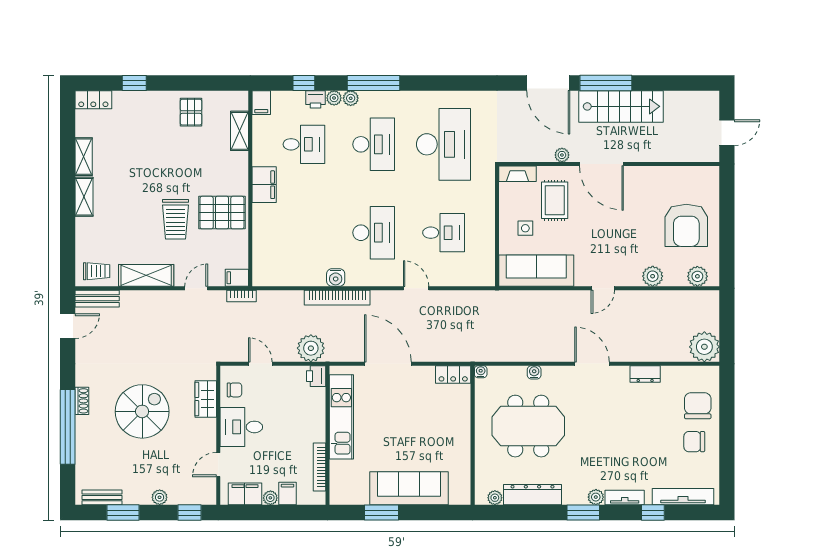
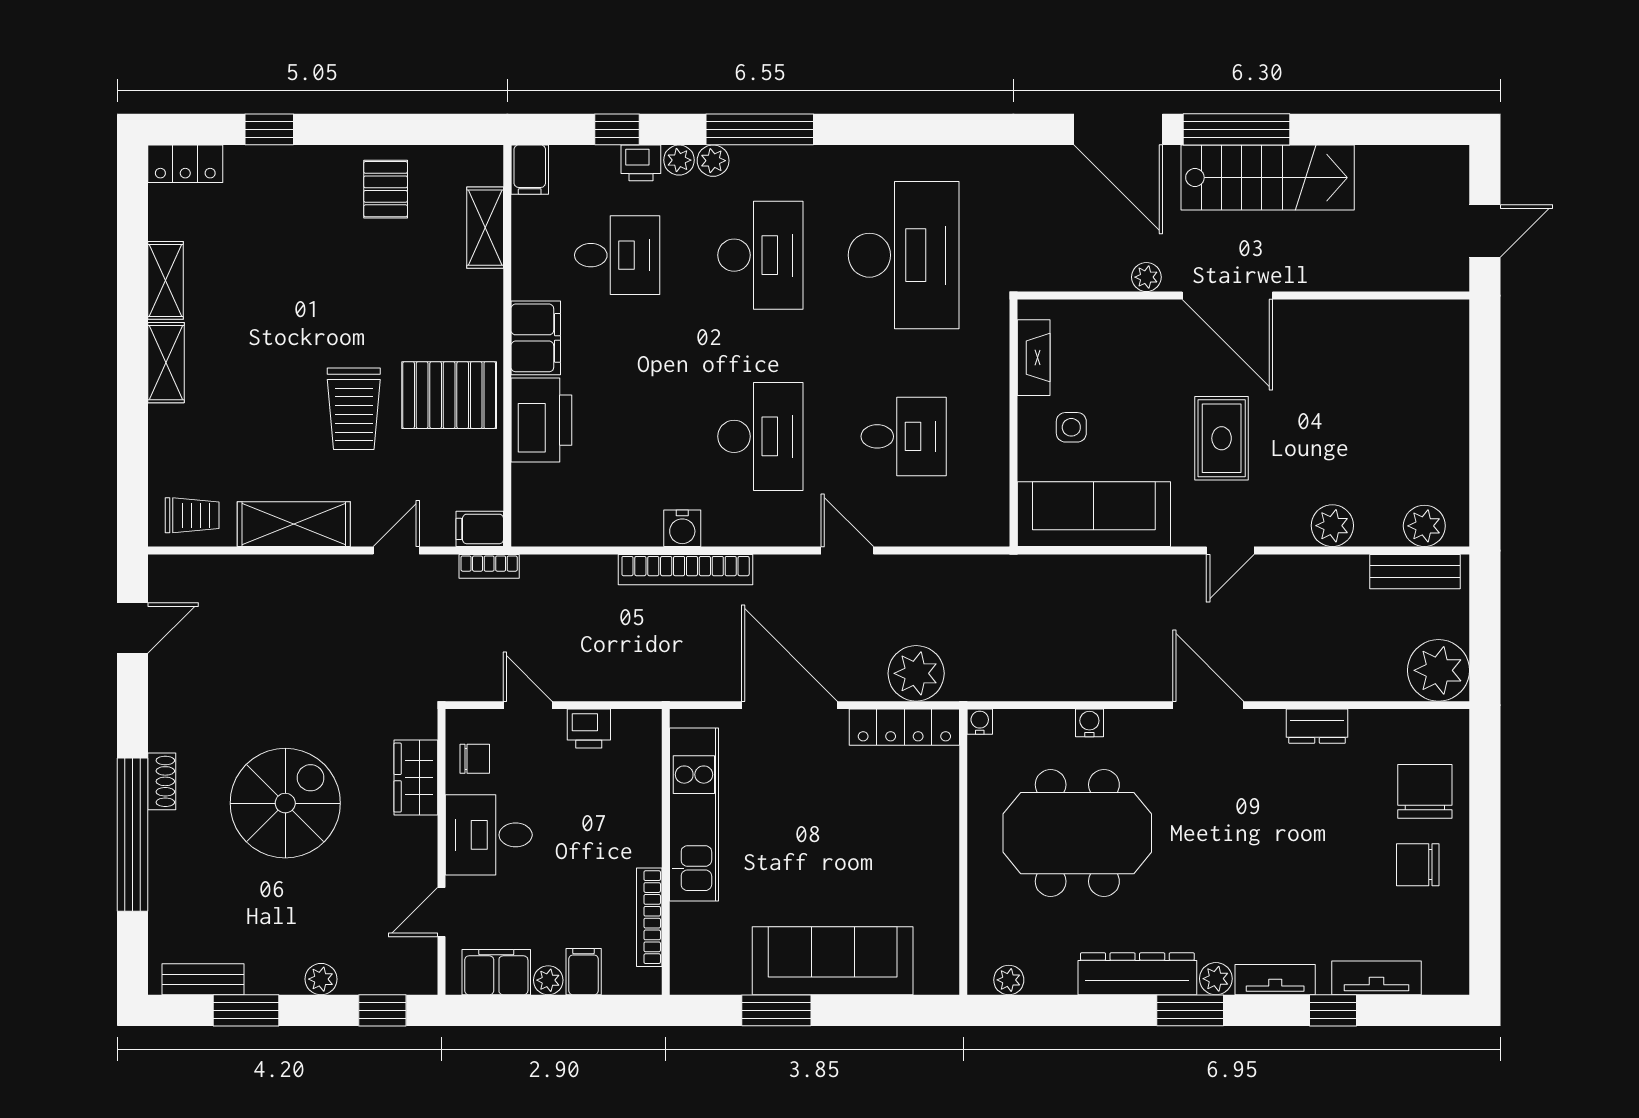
fireplace: (518, 174) -> (1034, 358), moved, turned -90
rug: (555, 200) -> (1222, 438), moved
printer: (267, 225) -> (541, 420), added
armchair: (686, 225) -> (1402, 421), removed
bench: (97, 299) -> (1415, 572), moved
plant: (311, 348) -> (916, 673), moved
locker: (453, 374) -> (904, 727), width x1.53
printer: (316, 376) -> (589, 729), moved, turned -90
dresser: (532, 495) -> (1137, 974), moved
tv unit: (683, 497) -> (1376, 978), width x0.71

